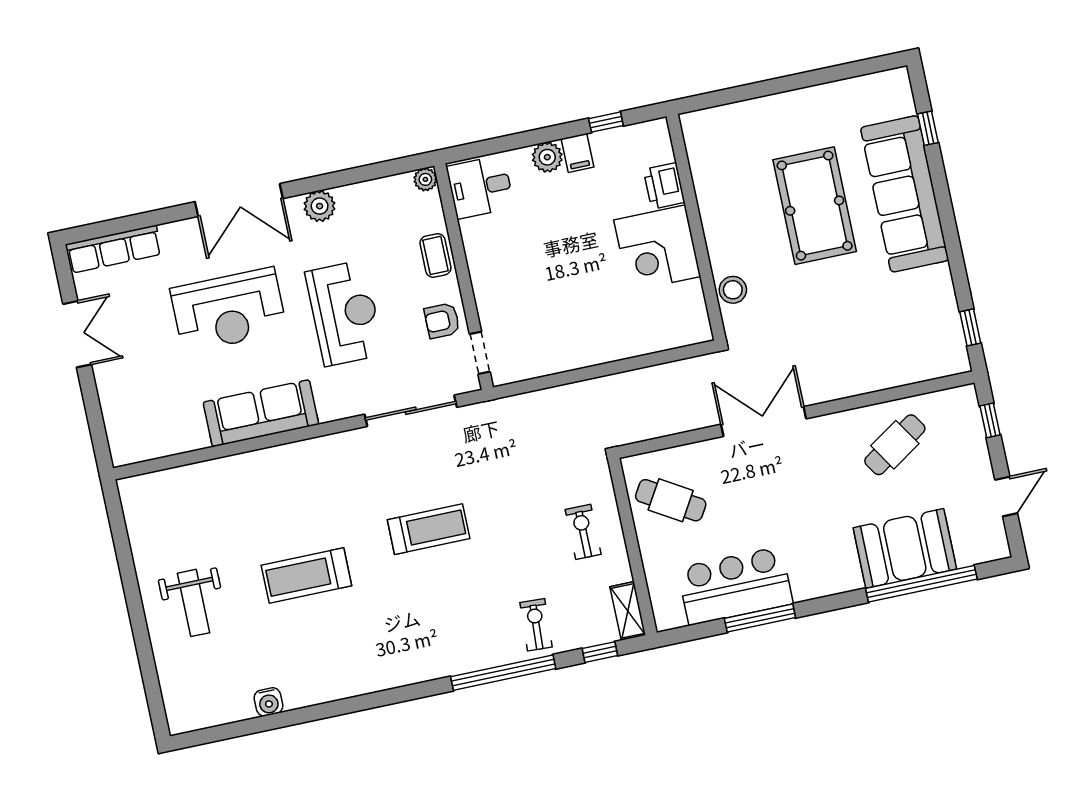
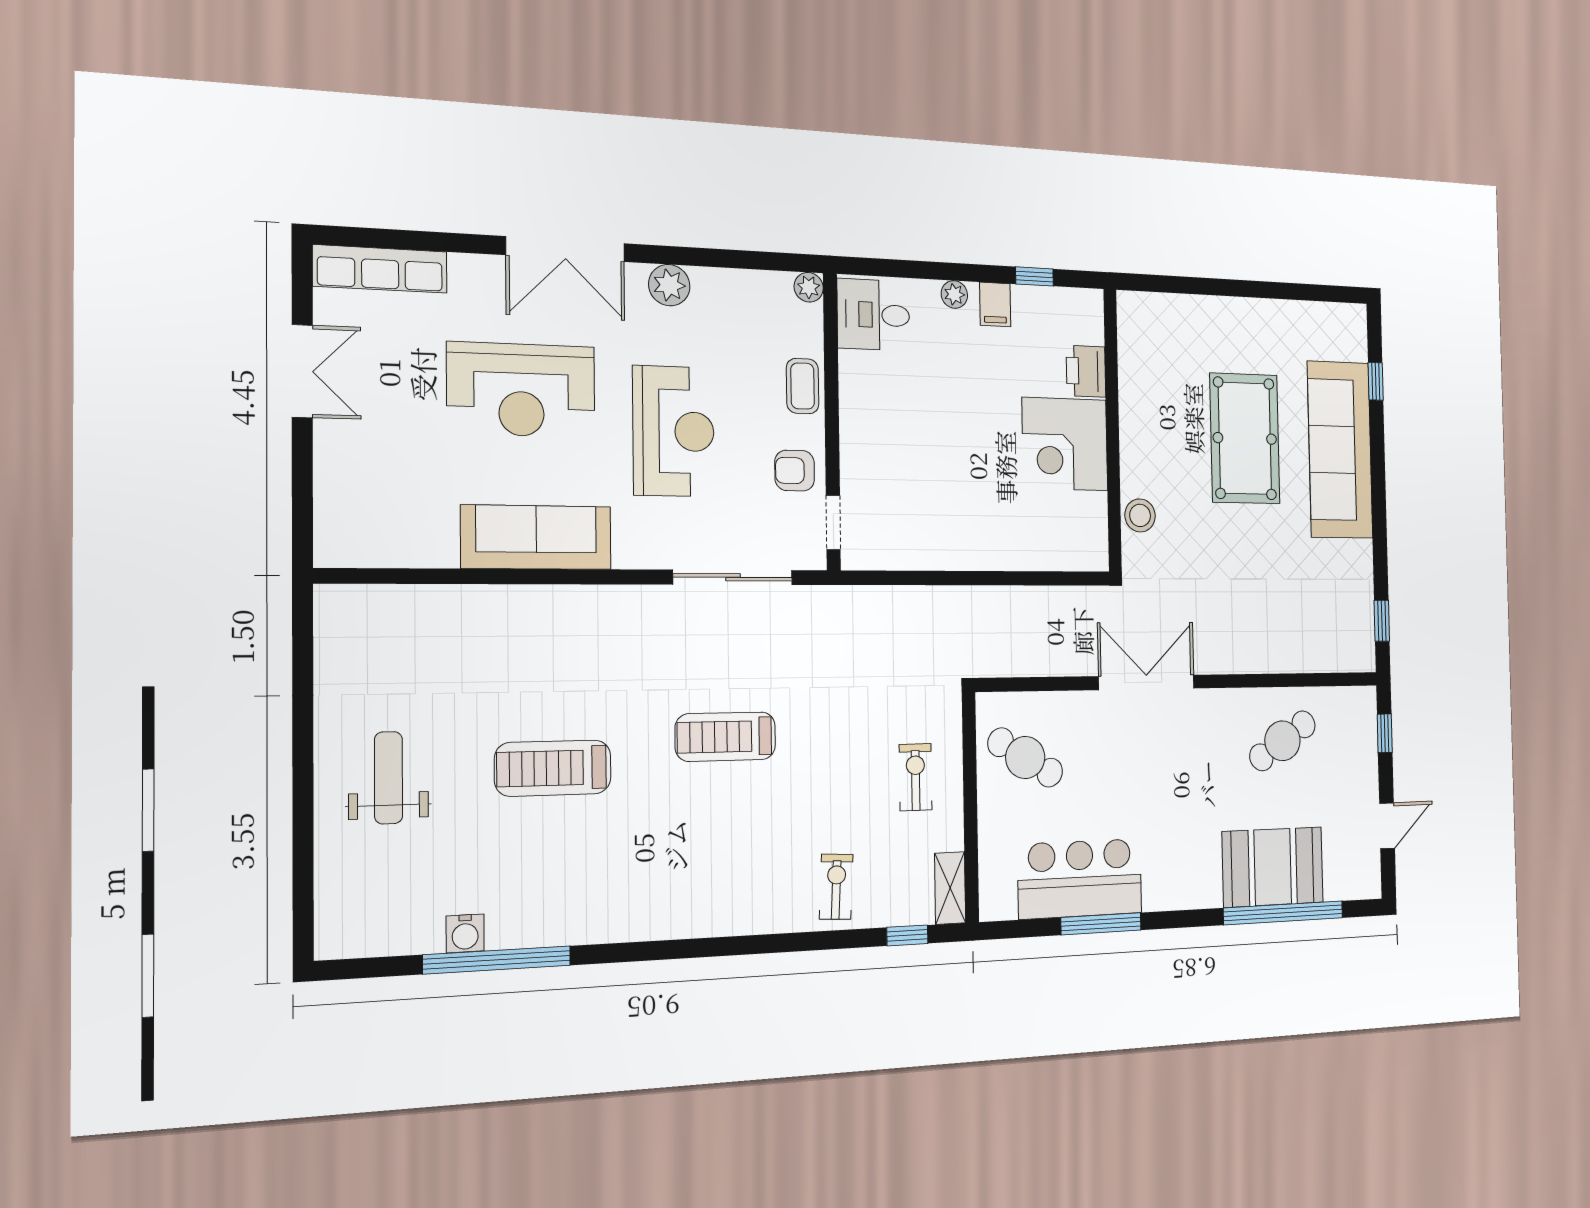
plant: (547, 157) -> (954, 294), width x0.73, depth x0.73
treadmill: (429, 529) -> (726, 737), turned 180
weight bench: (194, 603) -> (388, 778), turned 180
window: (503, 673) -> (497, 960), moved

